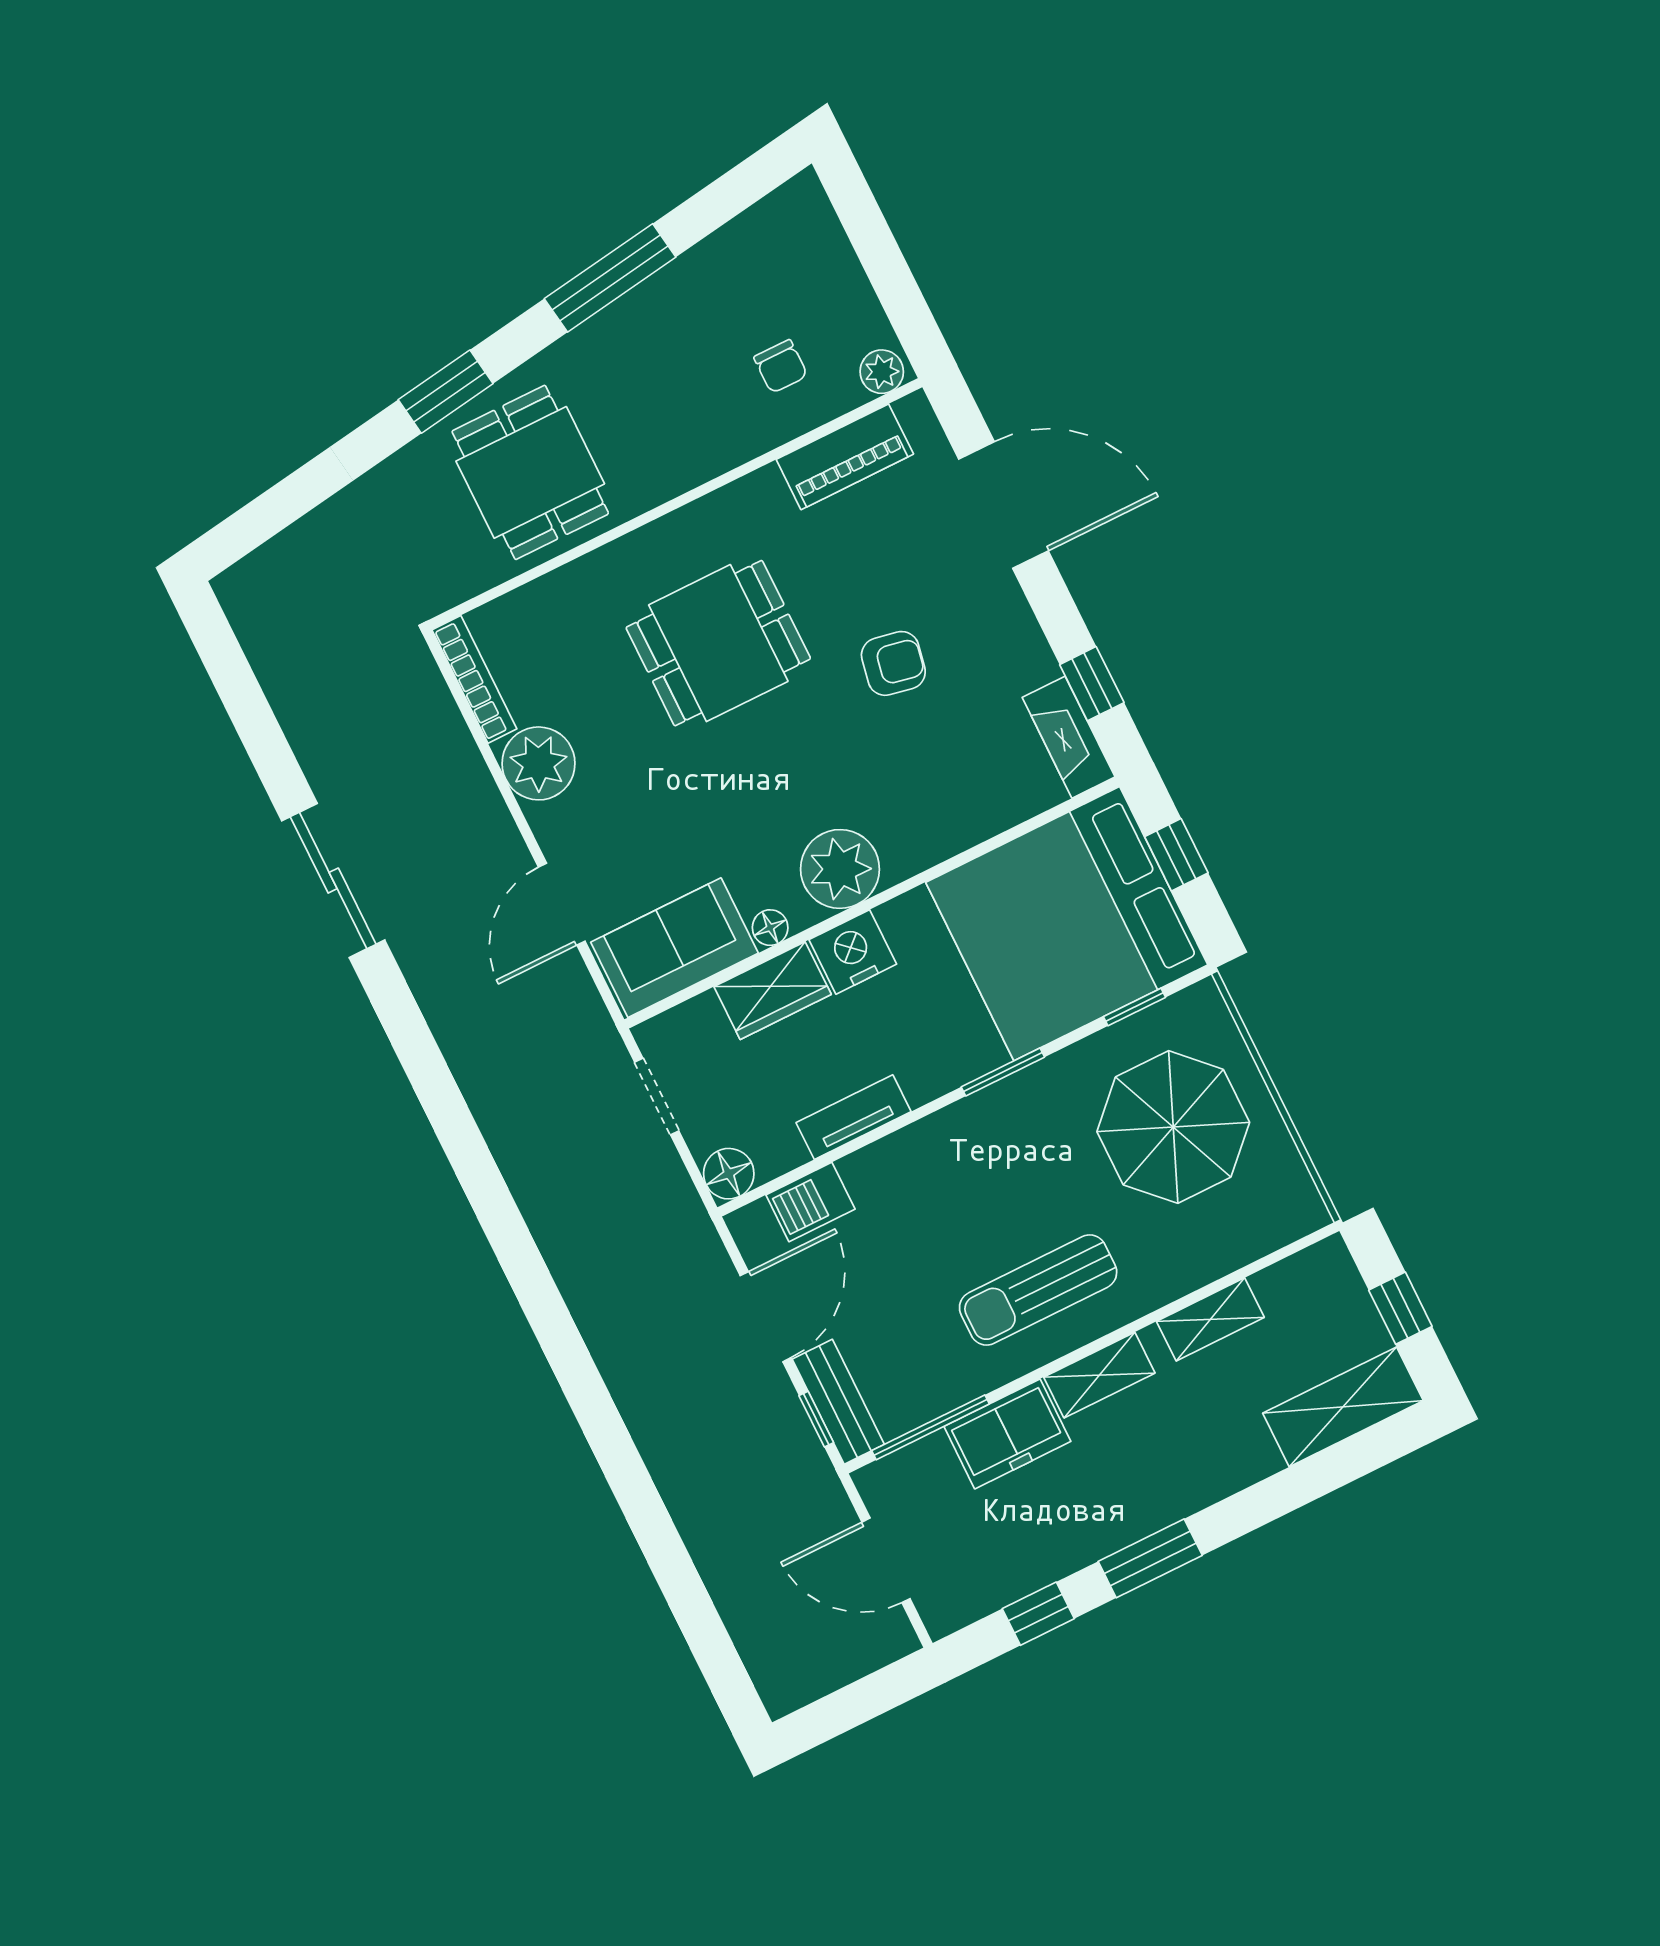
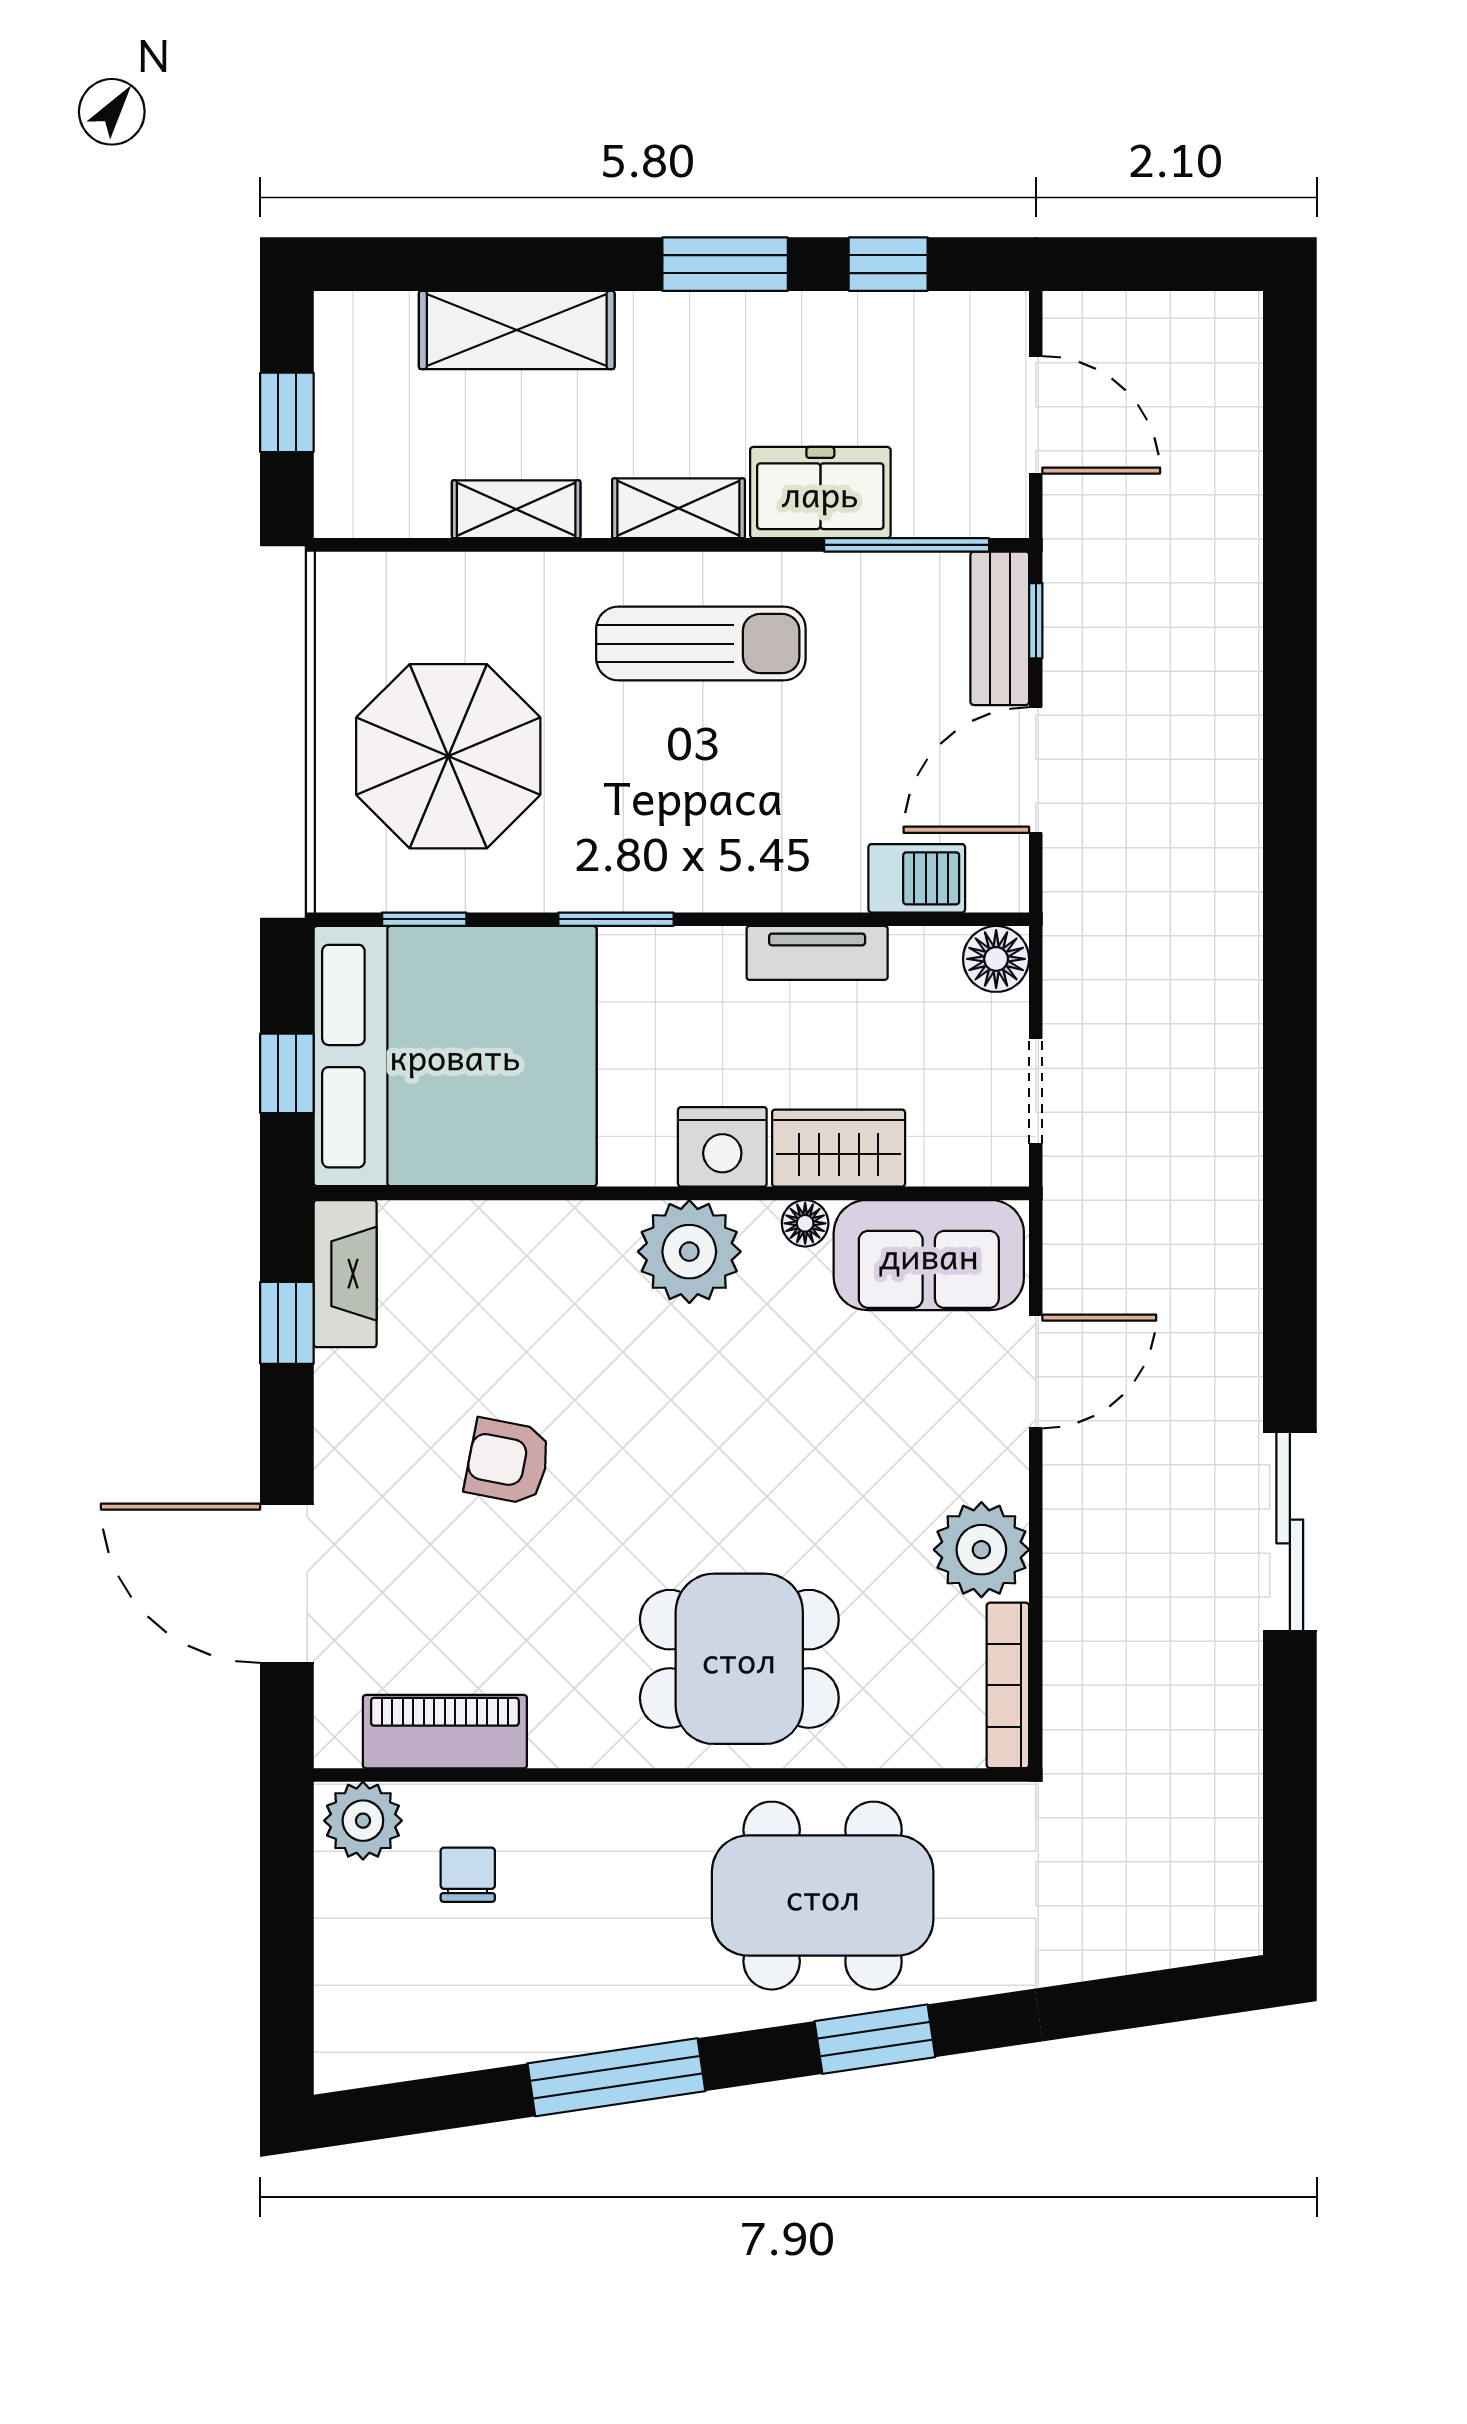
plant: (882, 372) -> (363, 1821), width x1.38, depth x1.38
dining table: (530, 472) -> (823, 1896), width x1.38
dining table: (718, 643) -> (739, 1659), moved
shelving: (1343, 1407) -> (517, 330), moved

